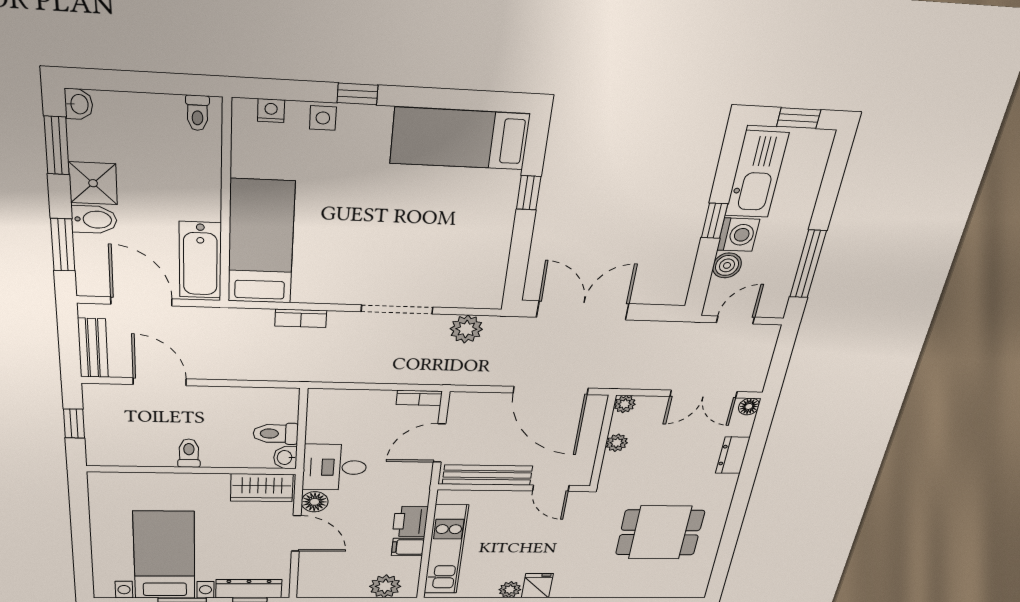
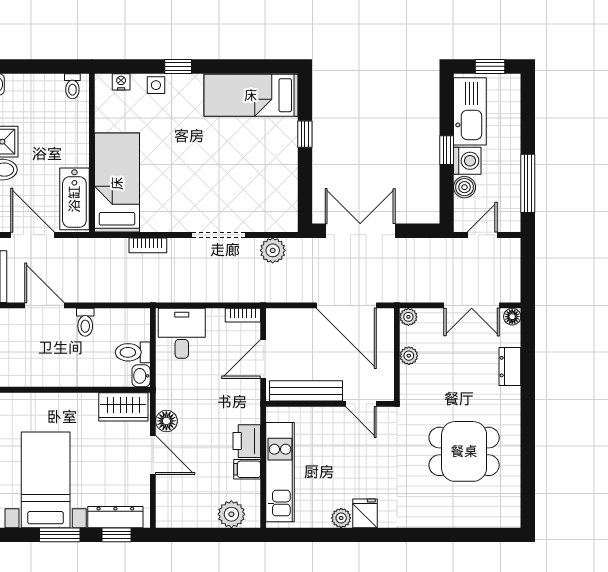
toilet: (189, 453) -> (85, 322), moved, turned 180
desk: (335, 467) -> (182, 333), moved, turned 90

